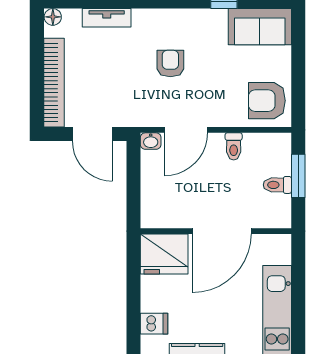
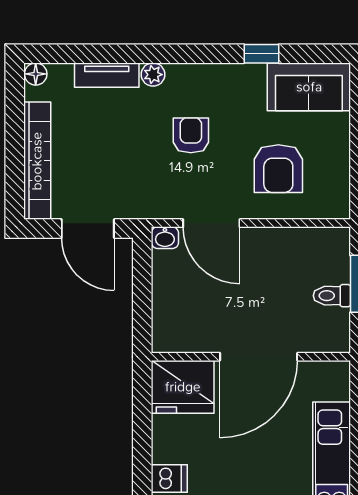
plant: (142, 17) -> (153, 75), added
armchair: (267, 101) -> (278, 169), moved, turned -90
door: (186, 130) -> (211, 223), hinge flipped
toilet: (234, 146) -> (274, 245), removed

